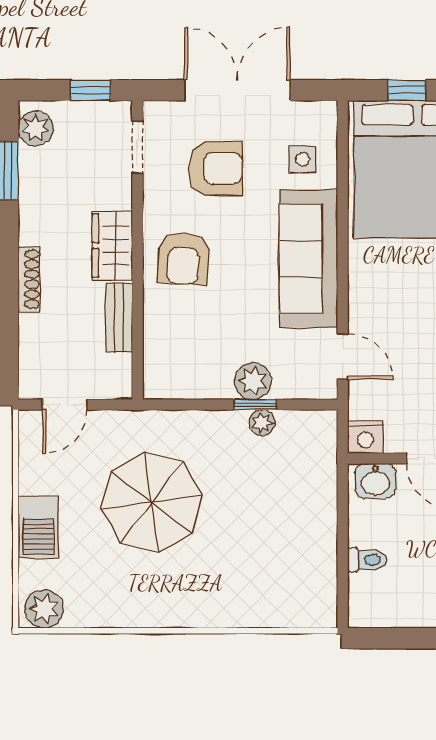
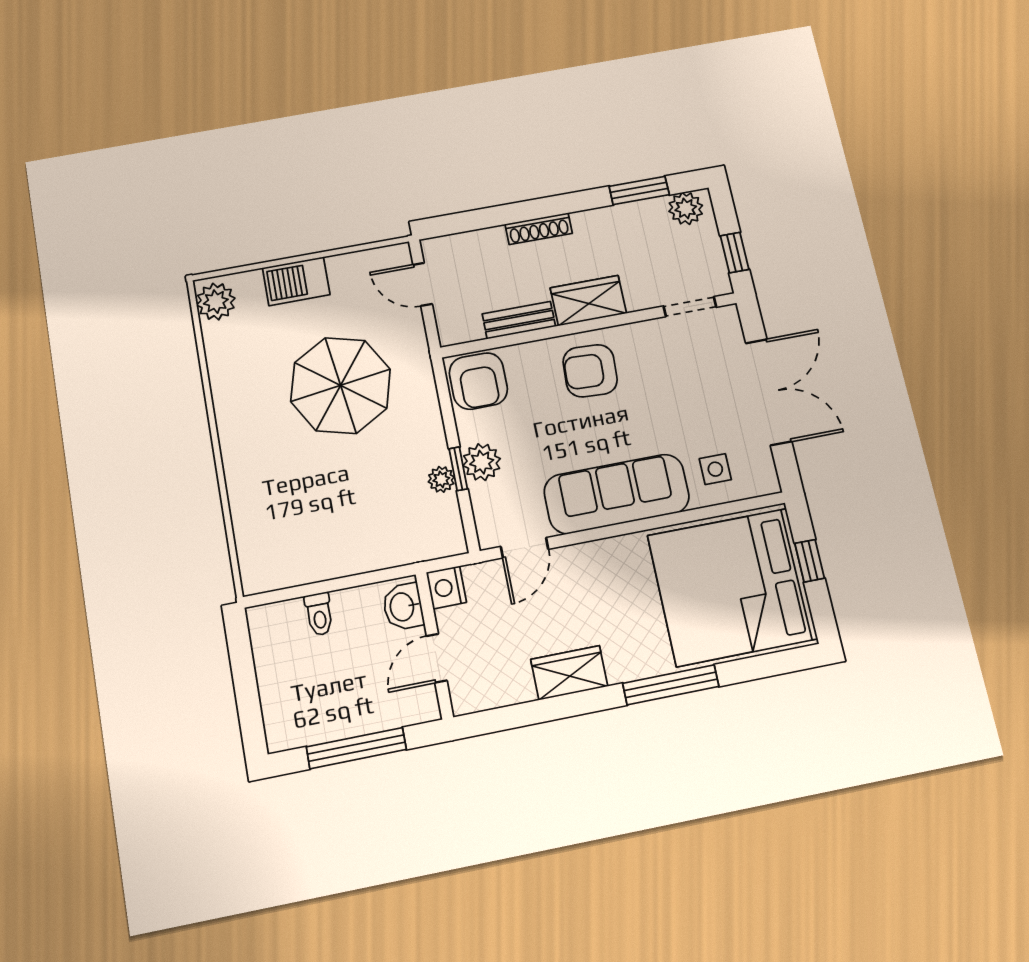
armchair: (216, 168) -> (478, 381), moved

